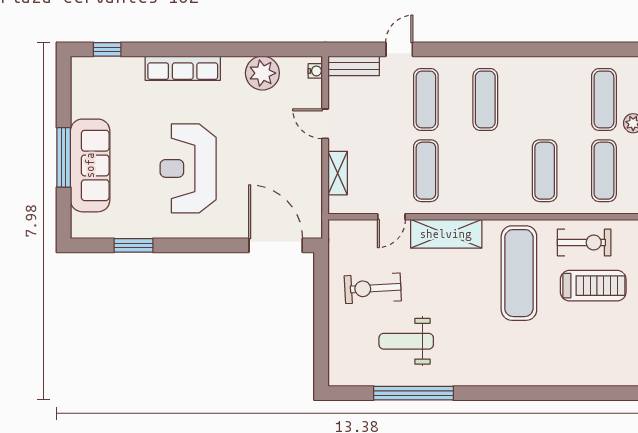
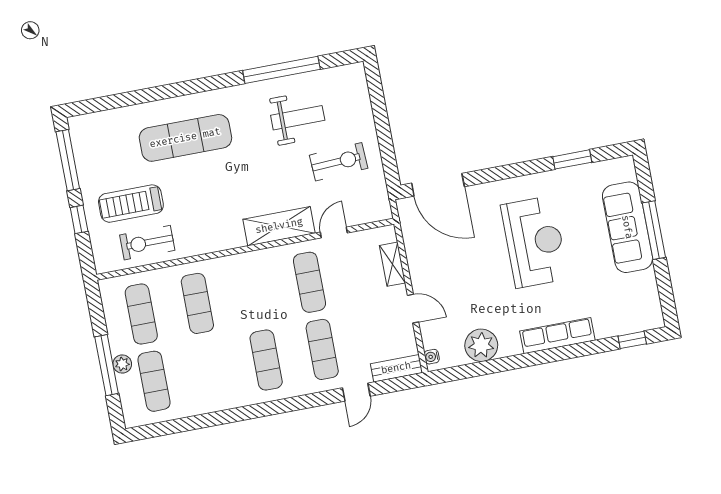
exercise mat: (519, 273) -> (185, 138), moved, turned 90

